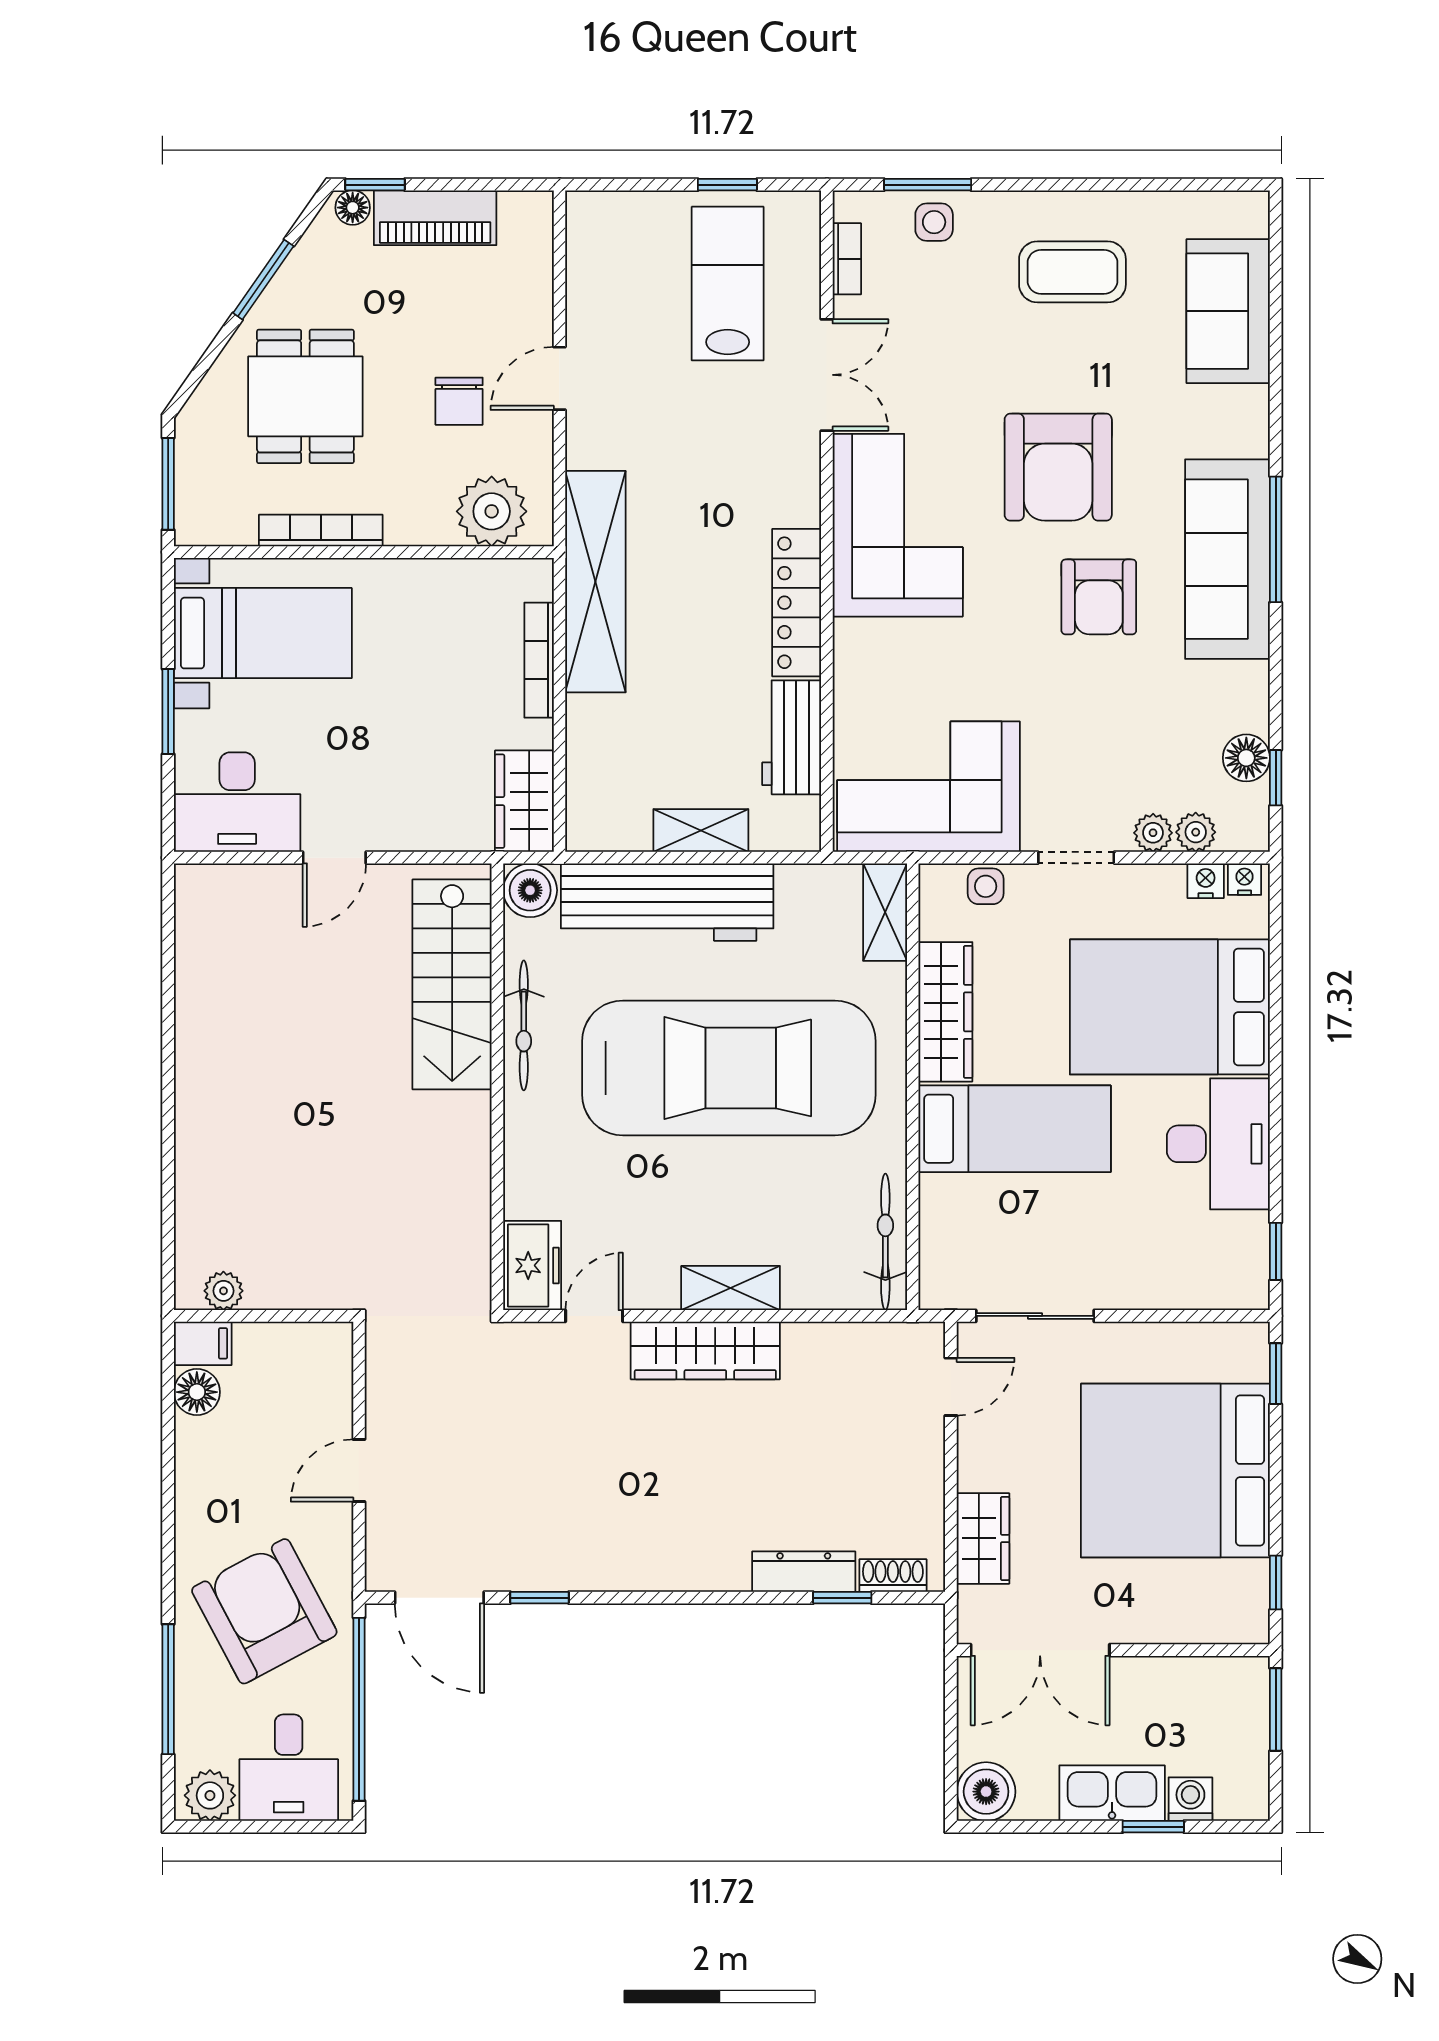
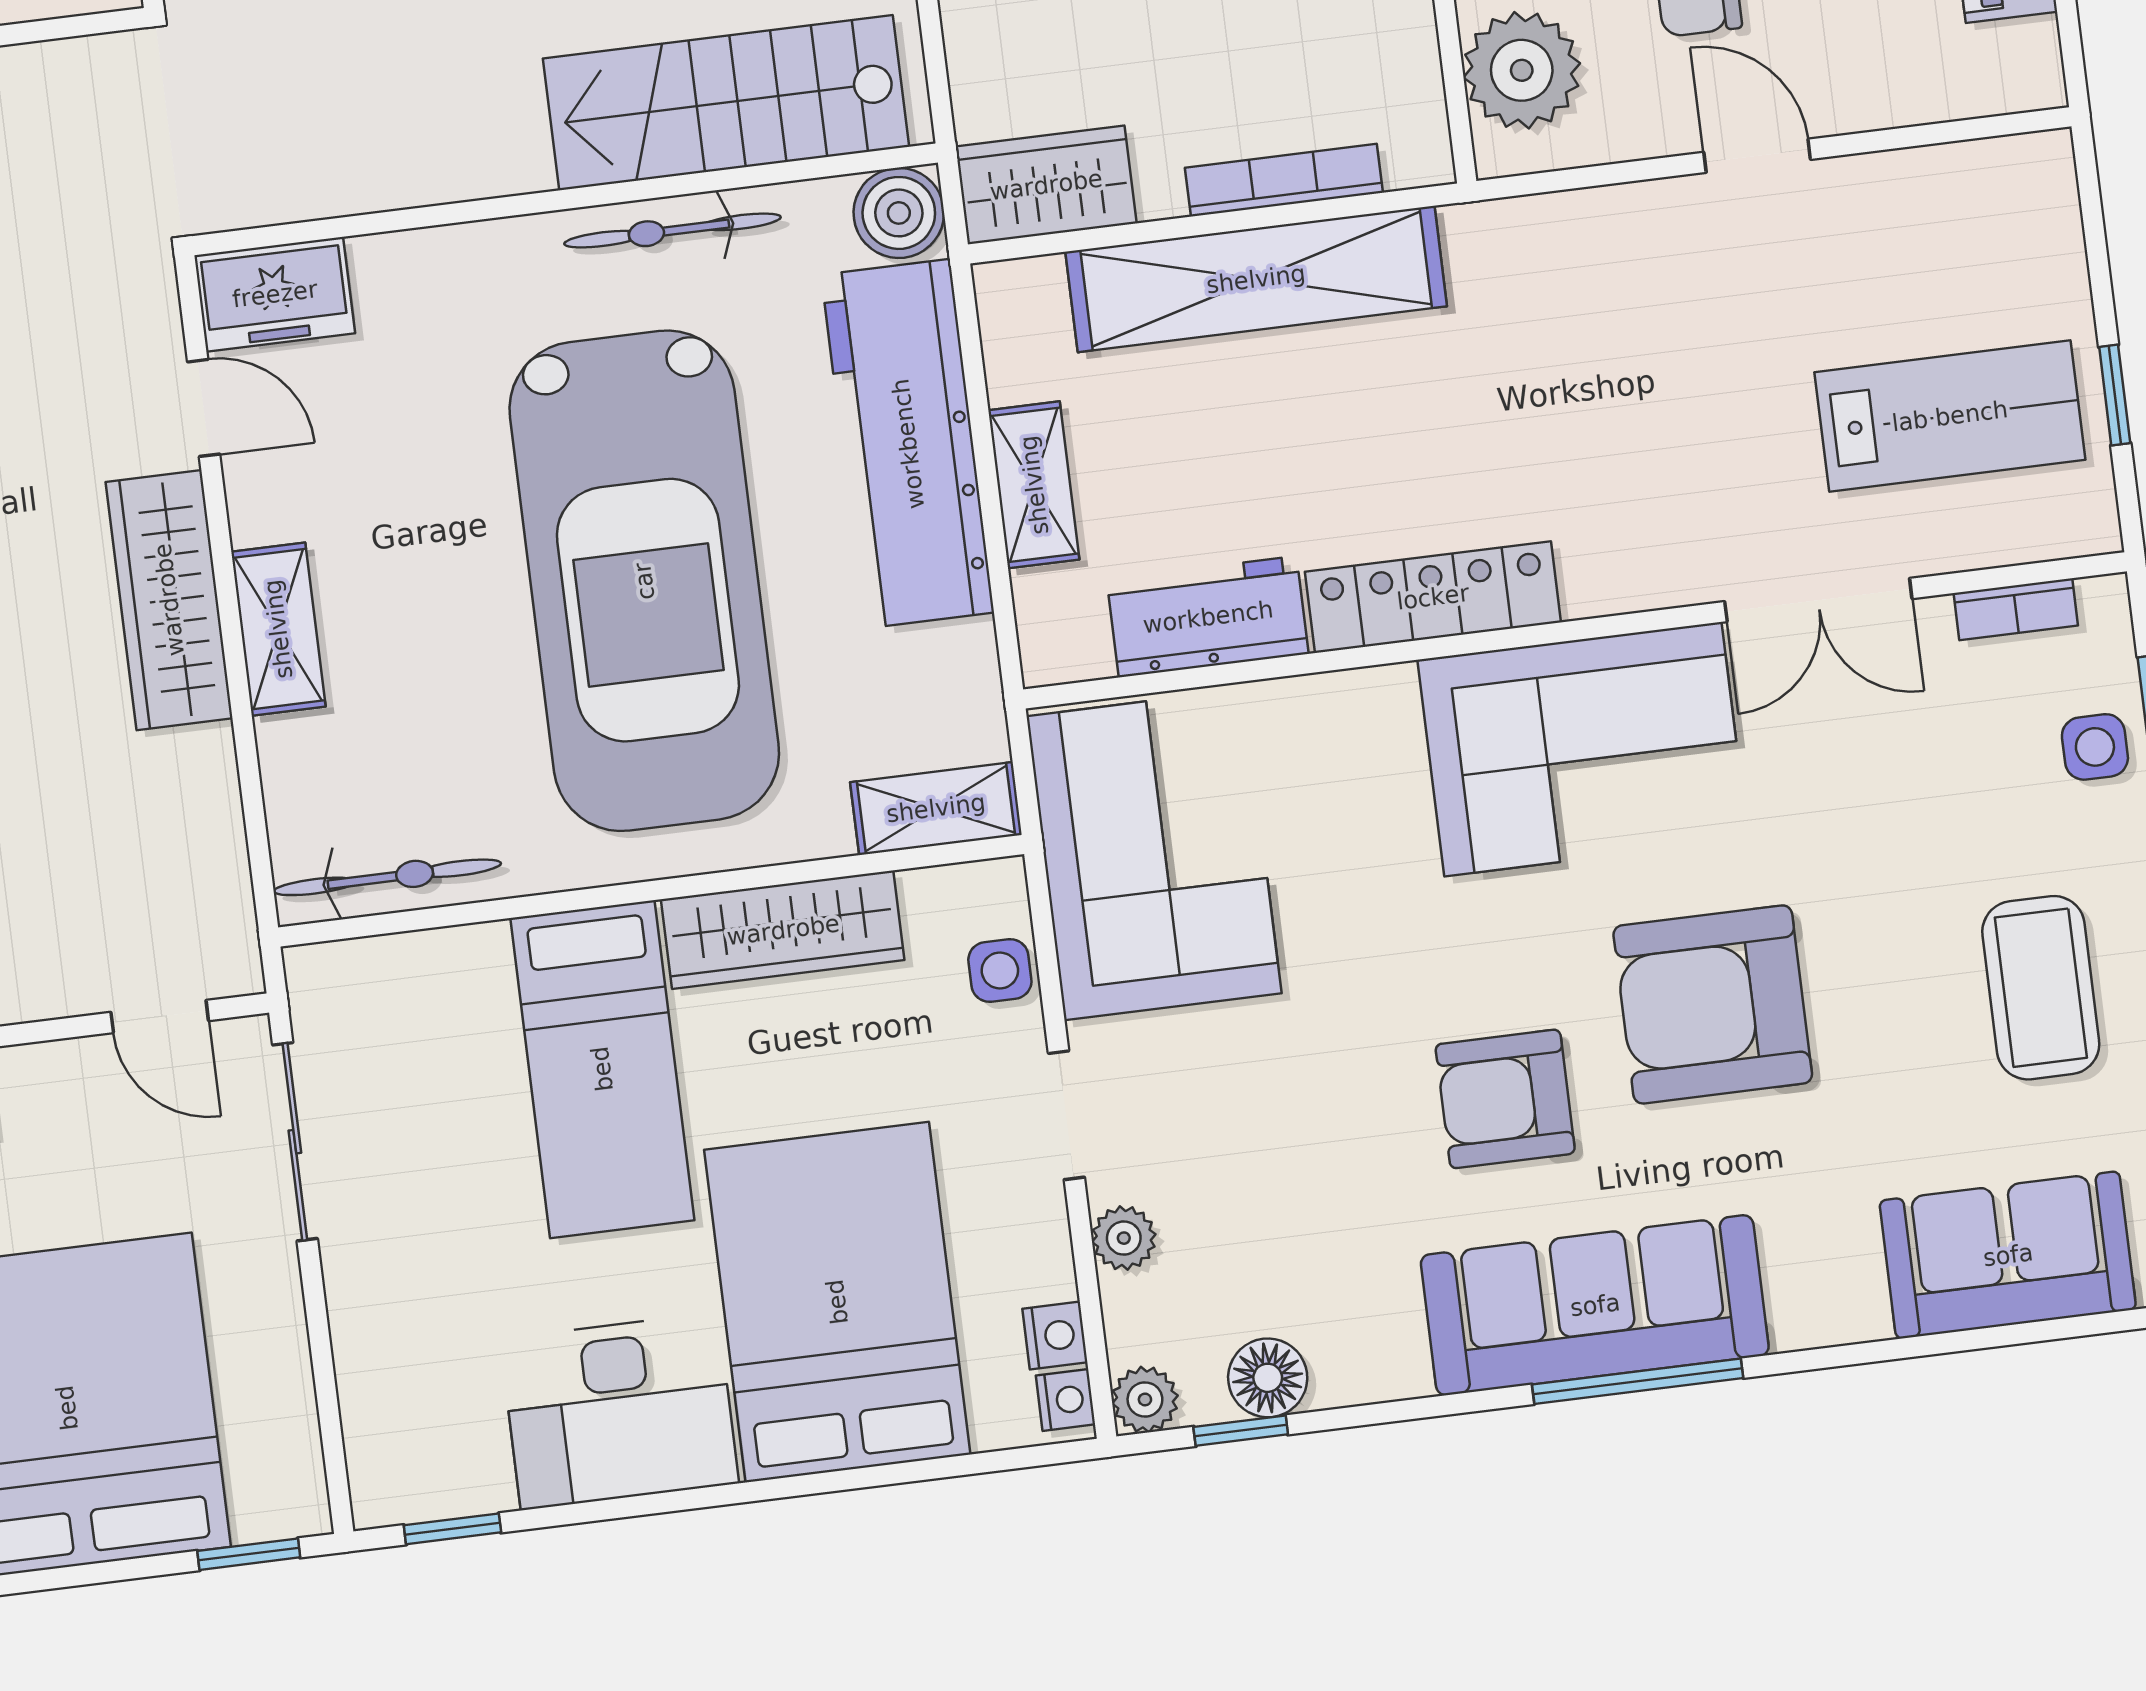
shelving: (595, 582) -> (1256, 279), moved
plant: (1196, 832) -> (1145, 1400), moved

